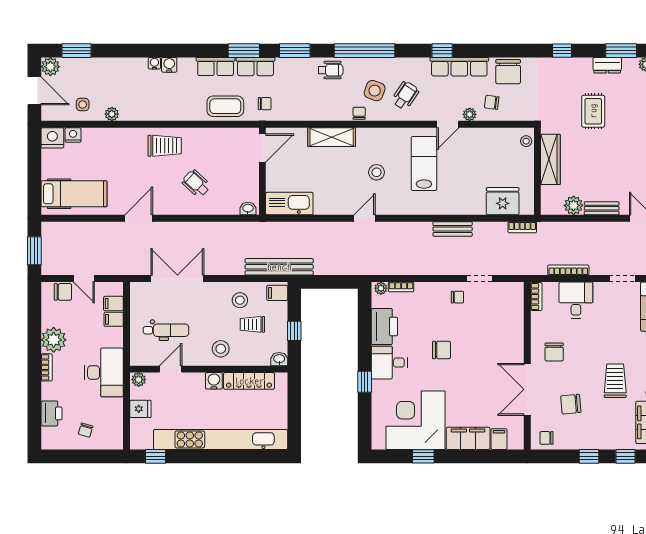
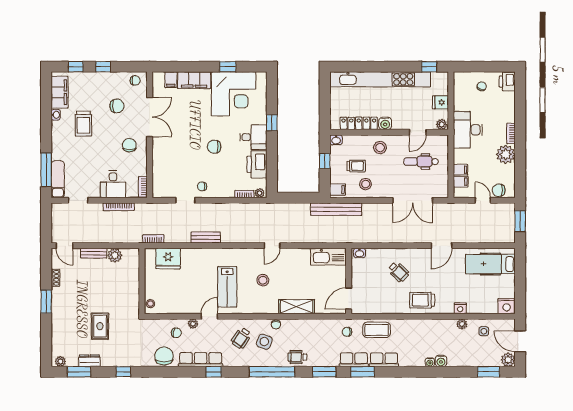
water cooler: (169, 65) -> (441, 361), moved
nightstand: (73, 135) -> (460, 308), moved
wardrobe: (550, 159) -> (132, 290), removed
printer: (51, 413) -> (507, 82), moved

